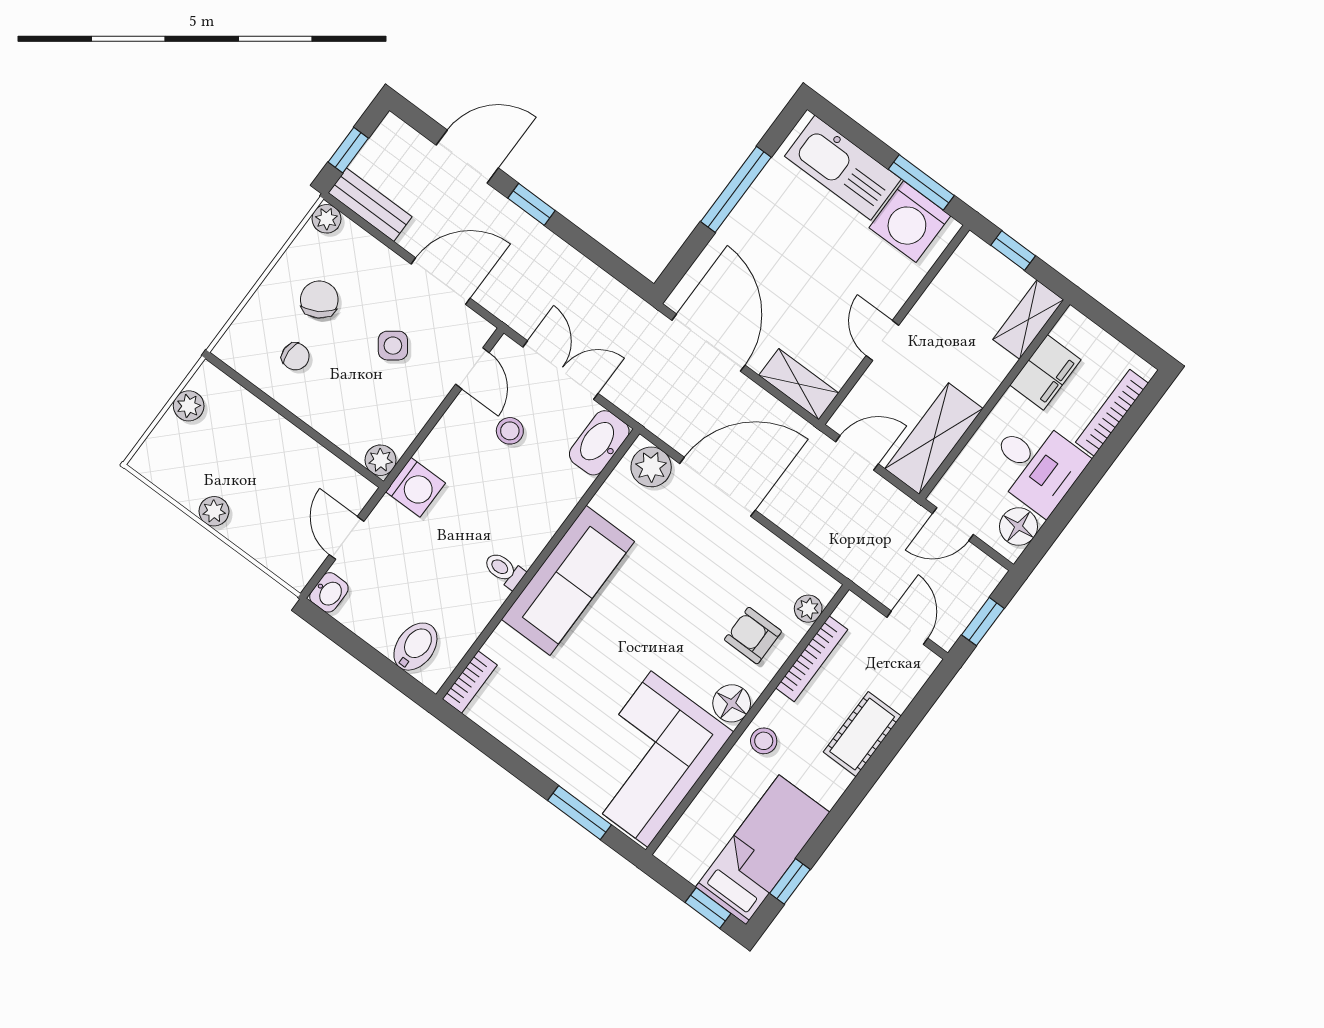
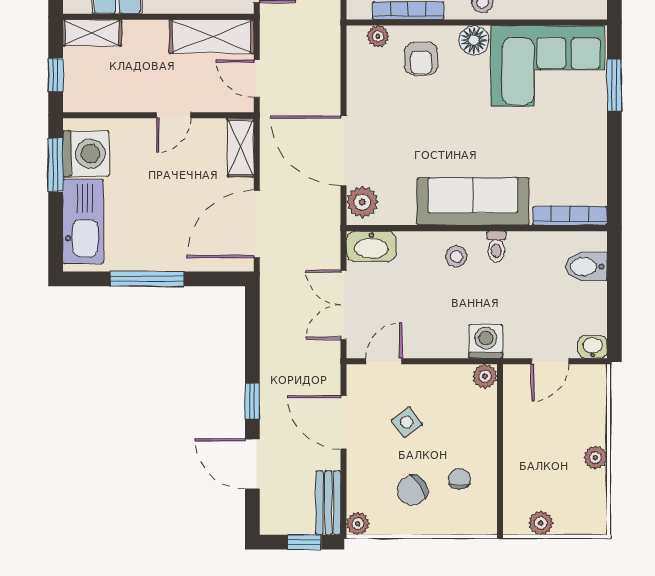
stool: (510, 431) -> (457, 256), moved
bookcase: (470, 682) -> (570, 216), width x1.56

